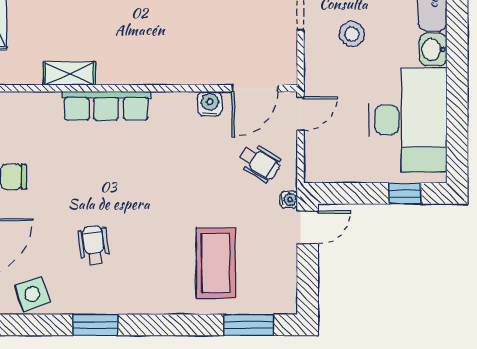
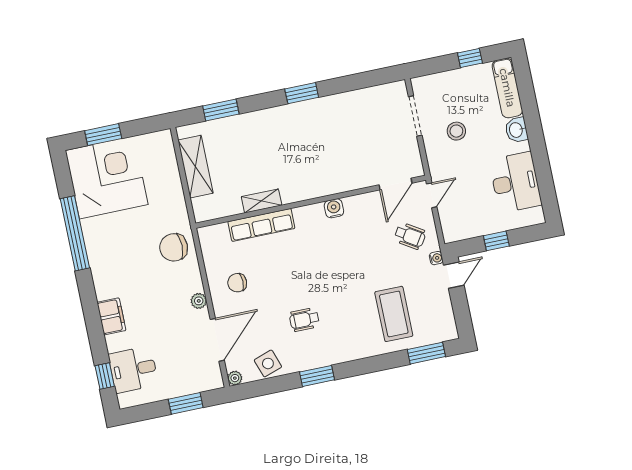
water cooler: (210, 104) -> (334, 208), moved
row of seats: (106, 106) -> (261, 225), moved
desk: (408, 120) -> (515, 182), width x0.73, depth x0.77
window: (405, 193) -> (496, 241), moved
wheelchair: (94, 245) -> (304, 320), turned -82

